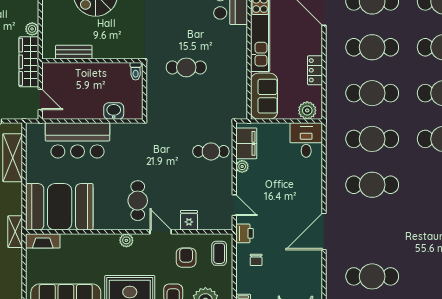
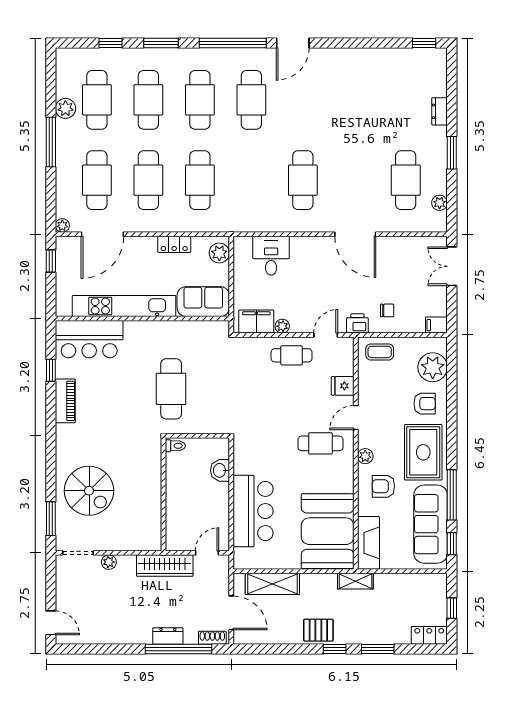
plant: (32, 29) -> (109, 562), moved
bench: (74, 52) -> (154, 515), removed
cafe table: (186, 67) -> (171, 389), width x1.37, depth x1.35
cafe table: (372, 139) -> (251, 180), removed
desk: (306, 140) -> (271, 256), moved, turned 90
cafe table: (211, 151) -> (292, 355), moved, turned 90
fireplace: (43, 241) -> (368, 543), width x1.37, depth x1.32
armchair: (186, 258) -> (383, 486), moved

